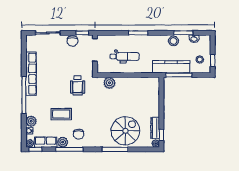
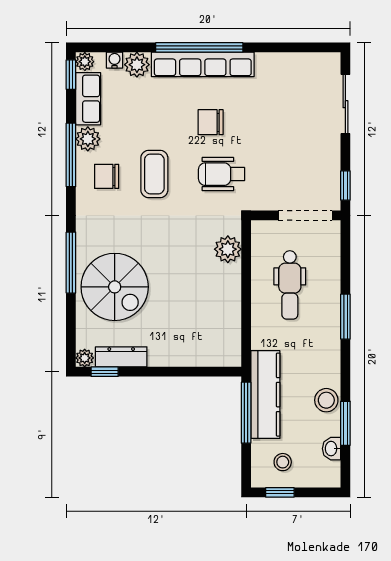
chair: (72, 41) -> (211, 122), moved
row of seats: (31, 74) -> (203, 64), moved
coffee table: (61, 114) -> (154, 174), moved

